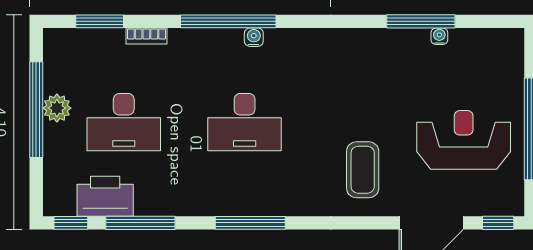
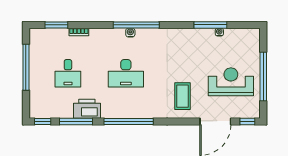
window: (228, 21) -> (136, 25), moved
plant: (57, 108) -> (36, 67), removed
desk: (124, 122) -> (68, 73), width x0.73
printer: (105, 196) -> (87, 109), moved
window: (250, 223) -> (129, 122), width x1.46

